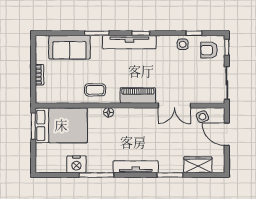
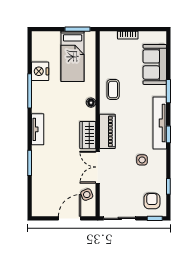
side table: (183, 44) -> (142, 160), moved
bed: (61, 125) -> (73, 56), width x0.67
wardrobe: (198, 165) -> (88, 135), moved, turned 180
tv unit: (136, 167) -> (38, 129), width x0.71

